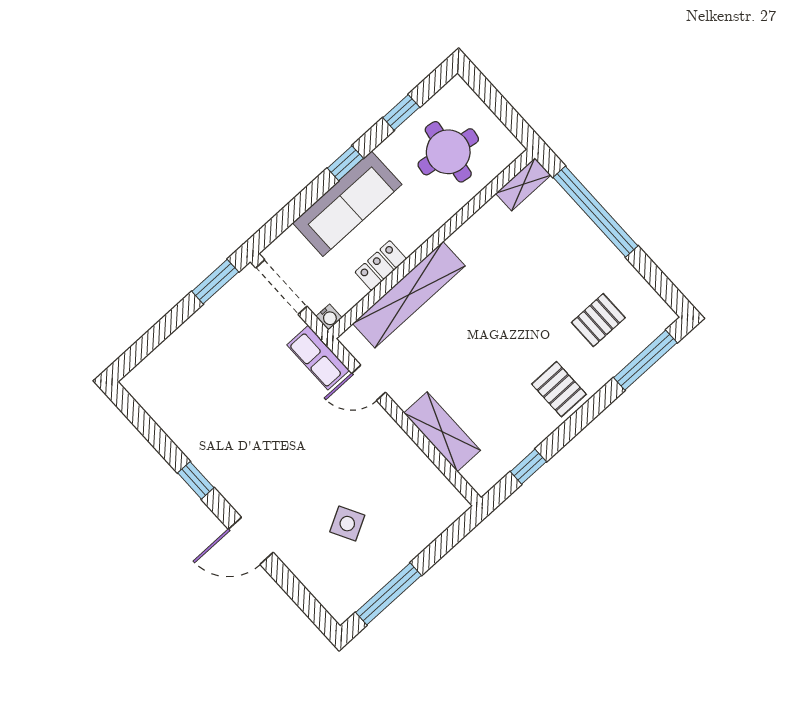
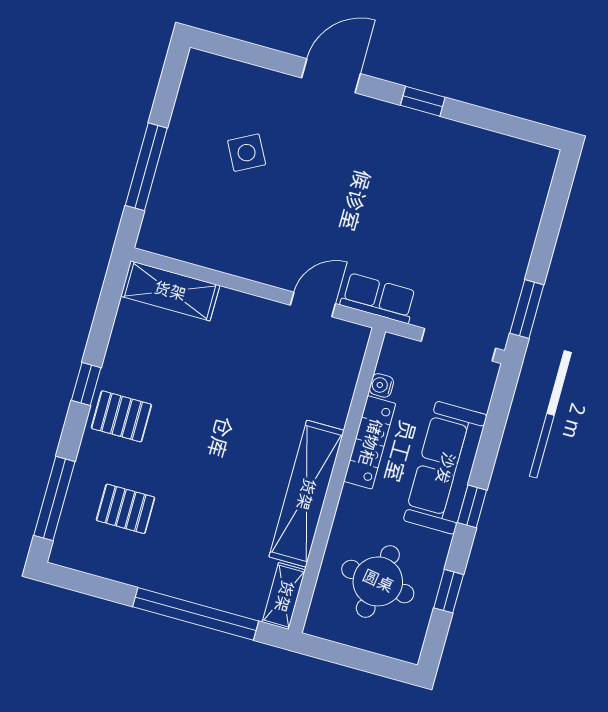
locker: (381, 265) -> (370, 442), width x1.53
shelving: (409, 295) -> (306, 494), moved
water cooler: (329, 317) -> (381, 385), moved
pallet: (598, 320) -> (126, 509), turned 90
shelving: (442, 432) -> (170, 291), moved
window: (528, 467) -> (86, 384), moved
window: (388, 594) -> (146, 167), moved

